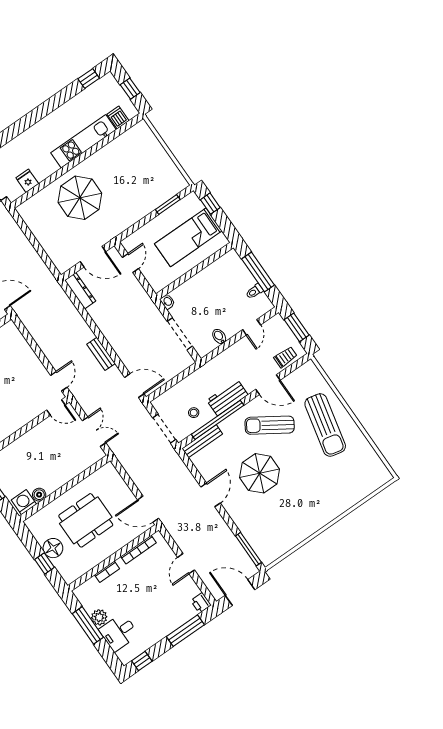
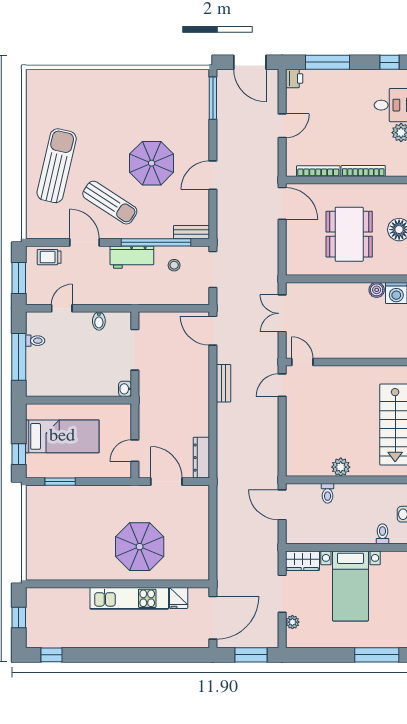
dishwasher: (118, 118) -> (50, 598), removed
kitchen unit: (83, 141) -> (129, 598), moved
bench: (202, 441) -> (192, 232), width x0.73
dining table: (86, 520) -> (349, 234), turned 90
bookcase: (107, 572) -> (363, 171), width x1.56

